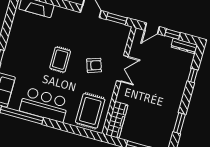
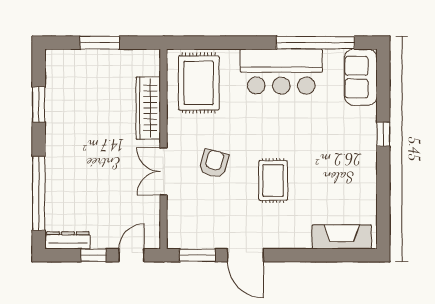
rug: (60, 60) -> (273, 181), moved
armchair: (94, 65) -> (214, 163), turned 124
window: (193, 75) -> (39, 193), width x3.17
wardrobe: (117, 120) -> (148, 108), moved

